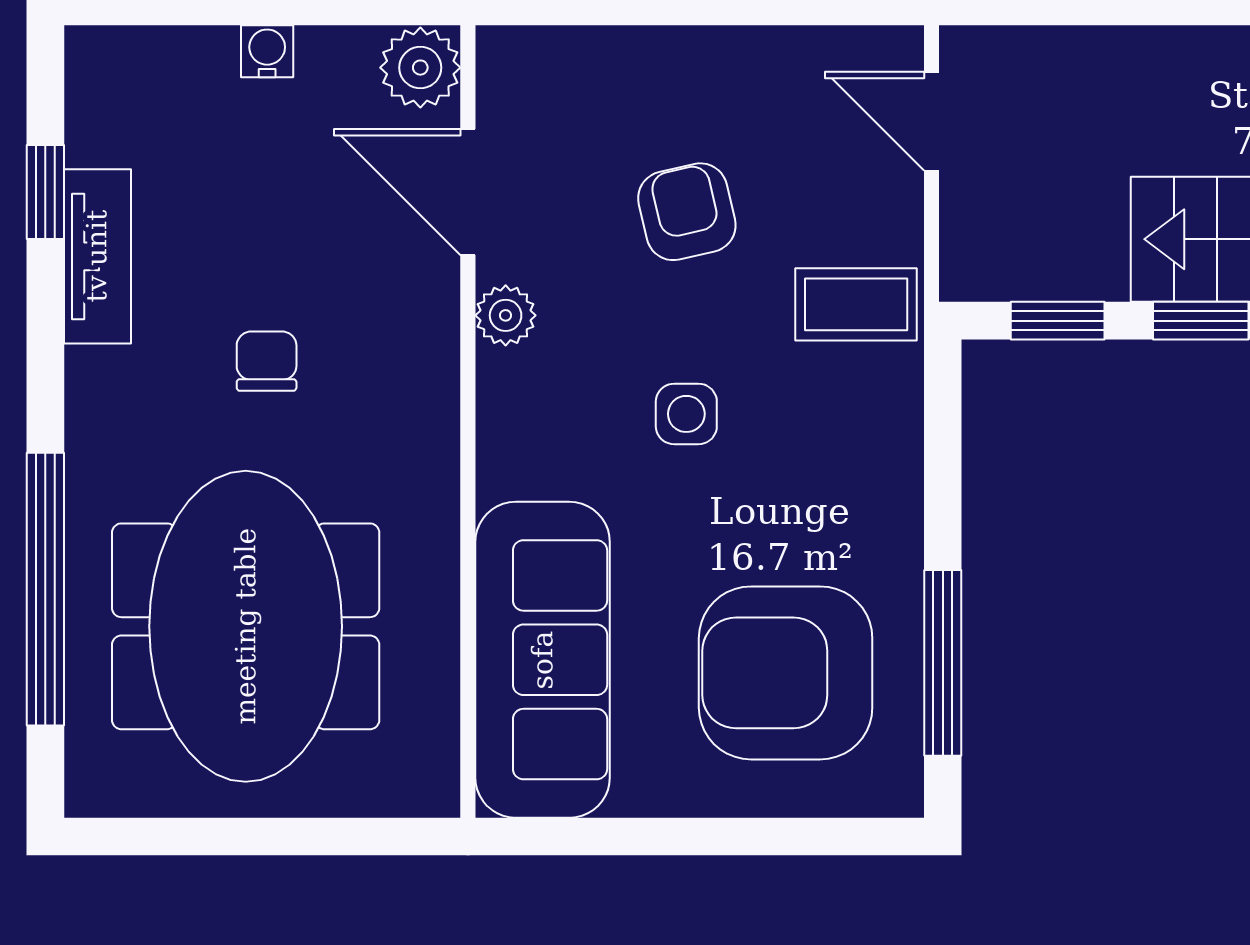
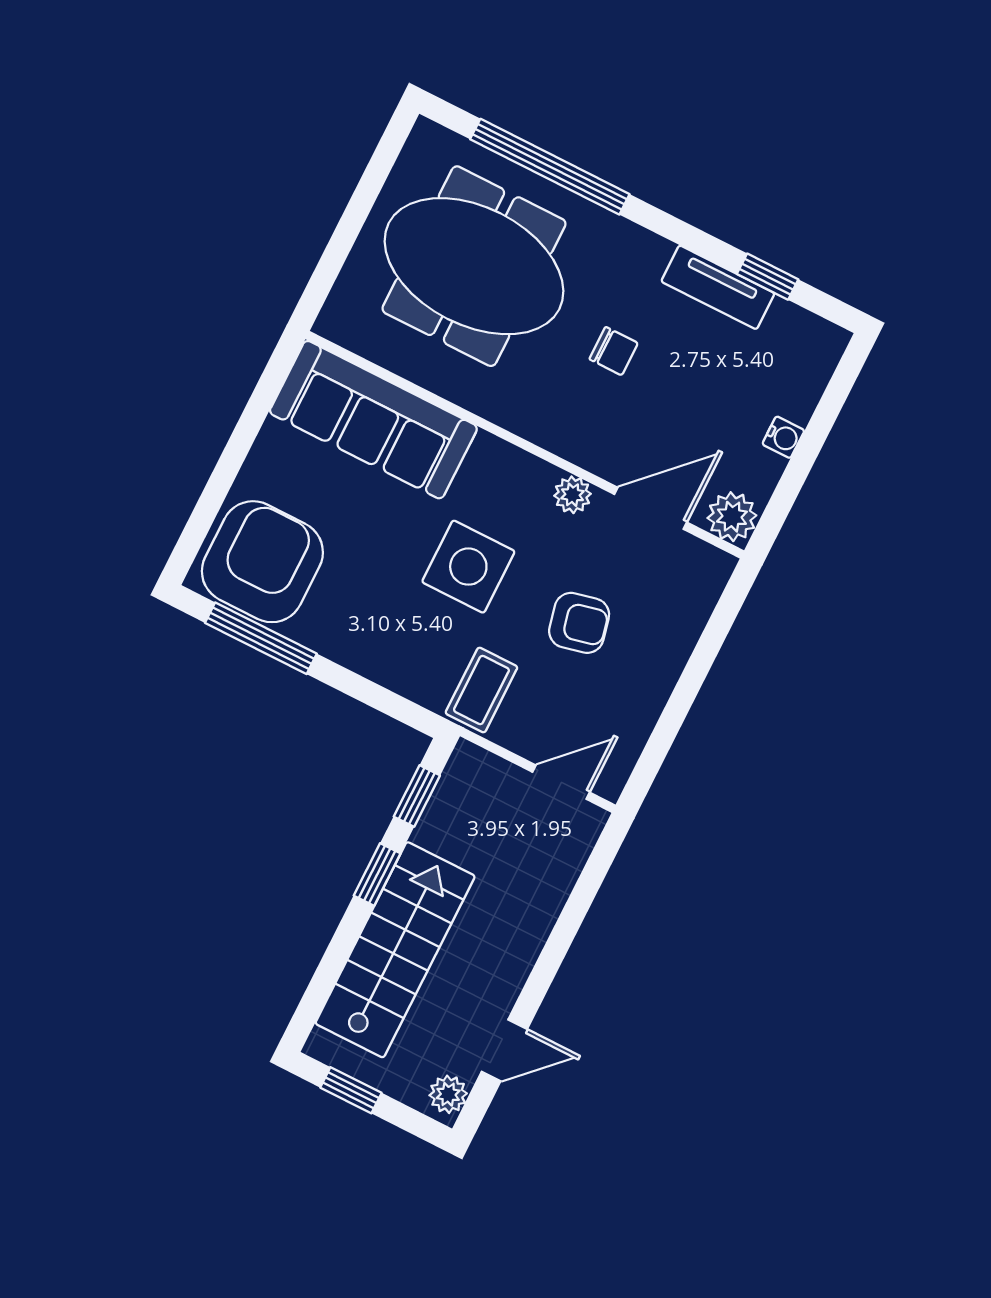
side table: (686, 414) -> (468, 567), width x1.87, depth x1.87
armchair: (786, 673) -> (262, 562), moved

